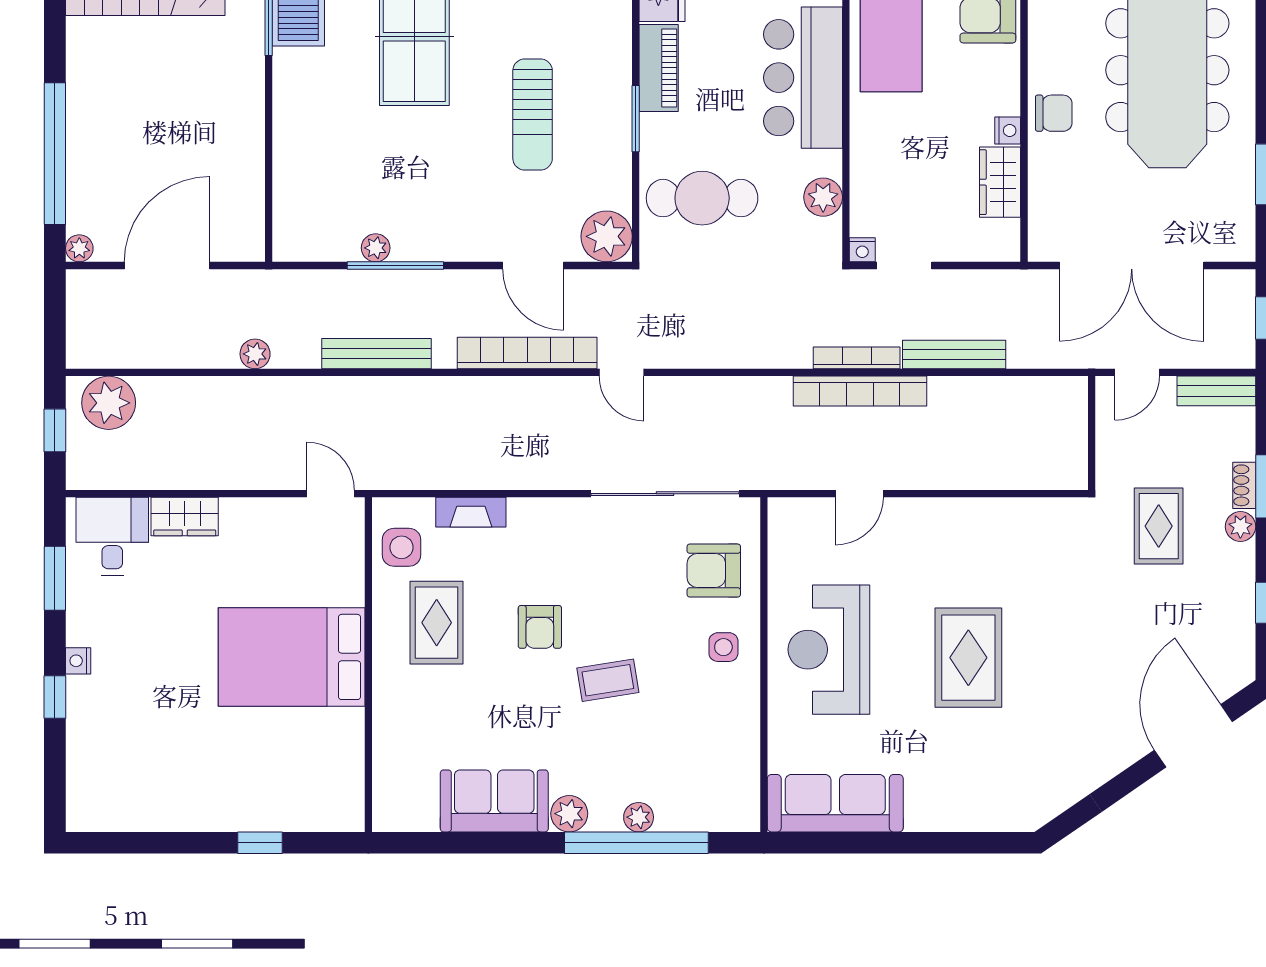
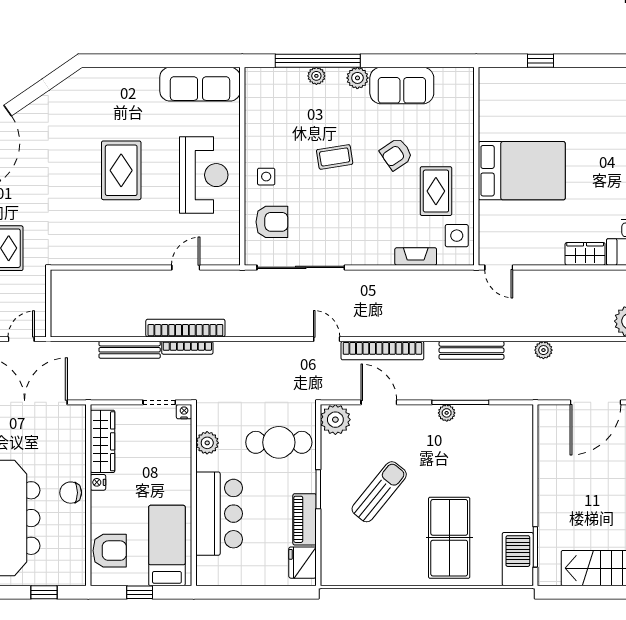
sun lounger: (533, 114) -> (379, 492), turned 39
wardrobe: (1000, 182) -> (103, 441), width x1.50
plant: (376, 248) -> (447, 413), moved
armchair: (540, 627) -> (396, 154), moved, turned -124

